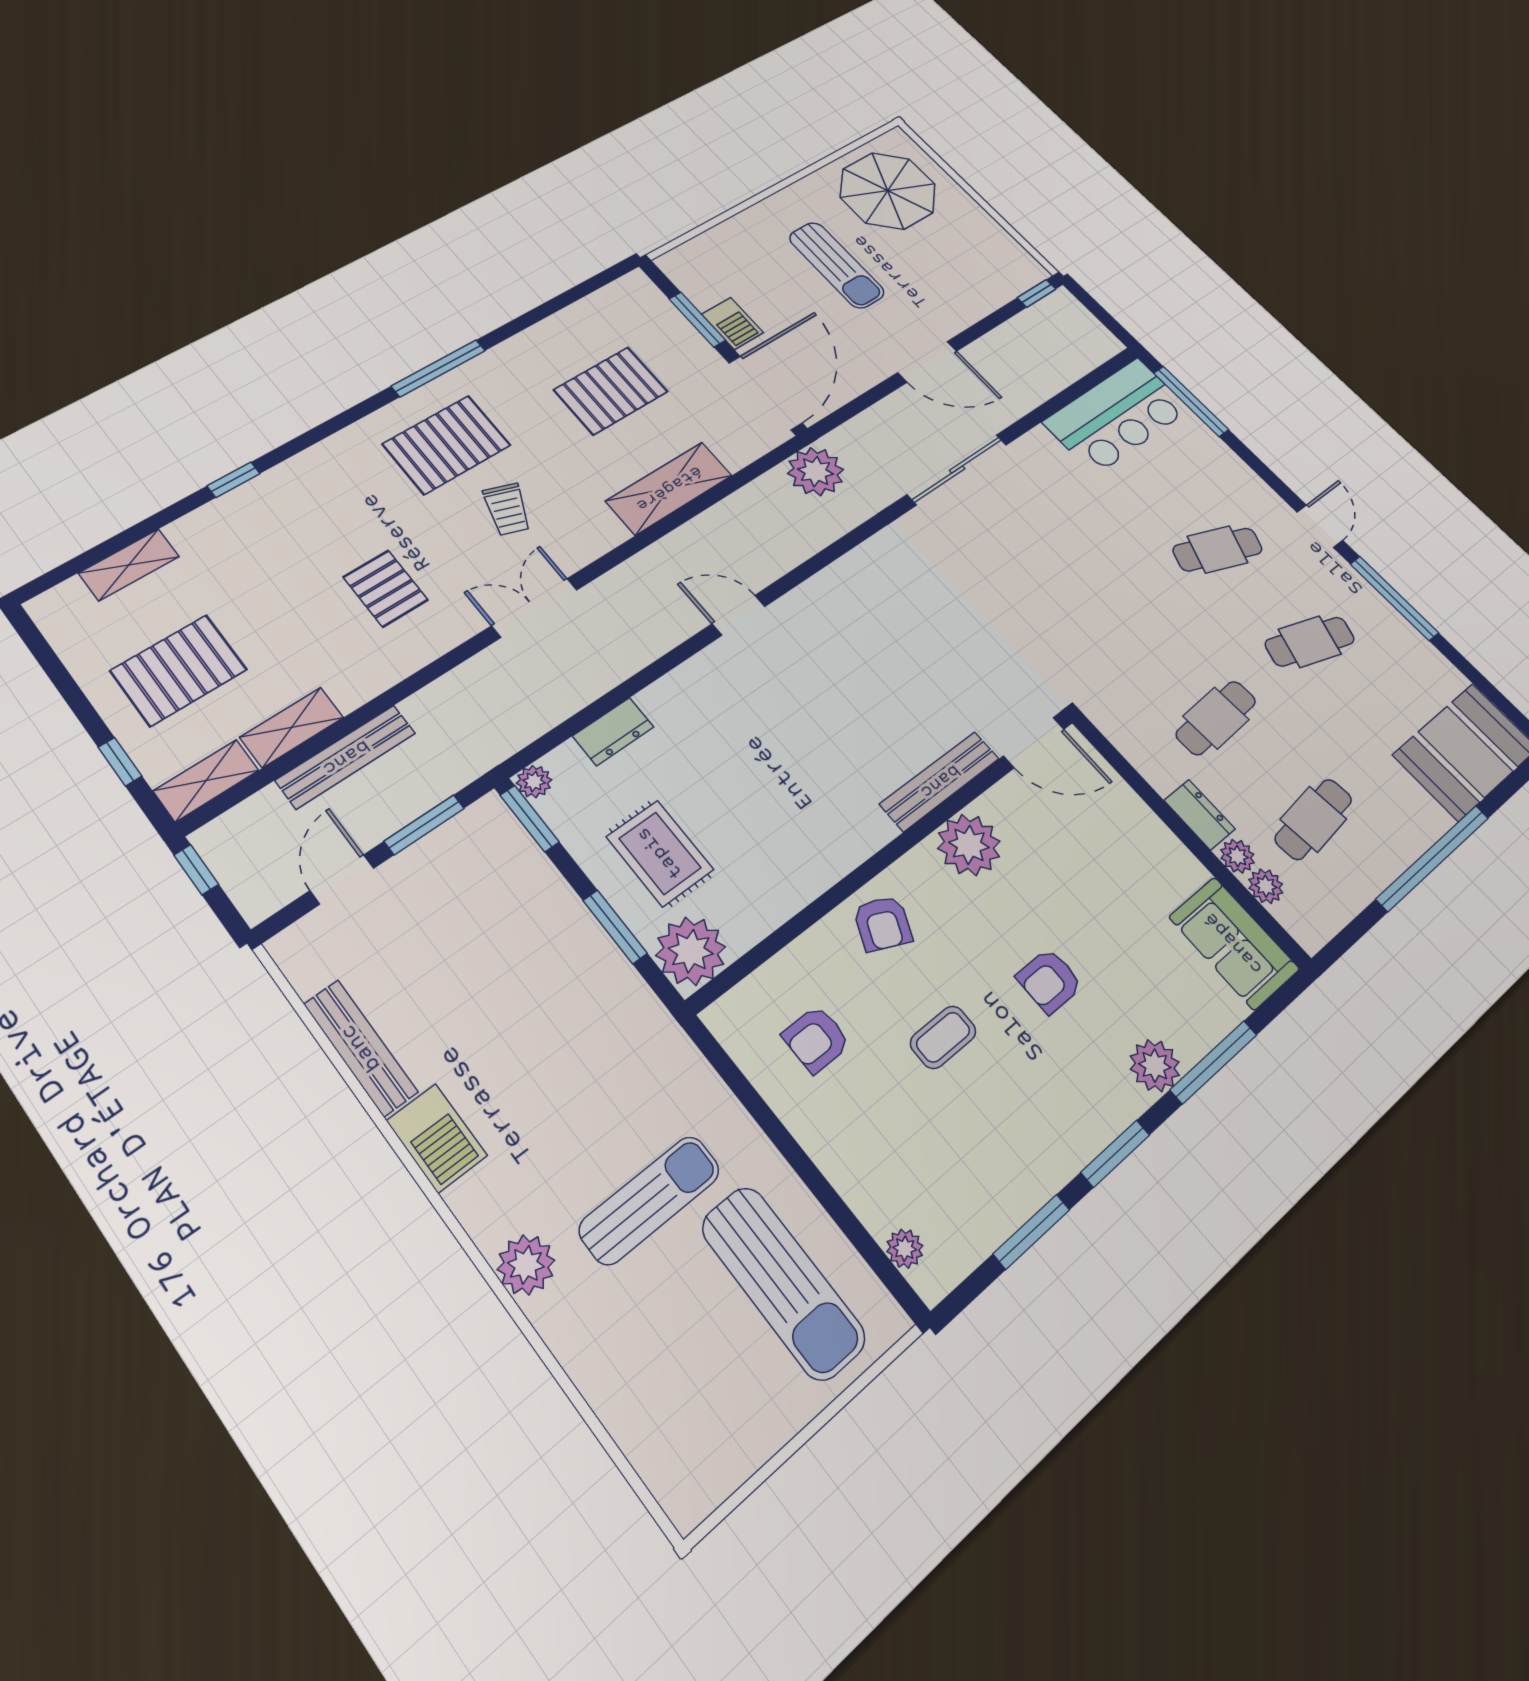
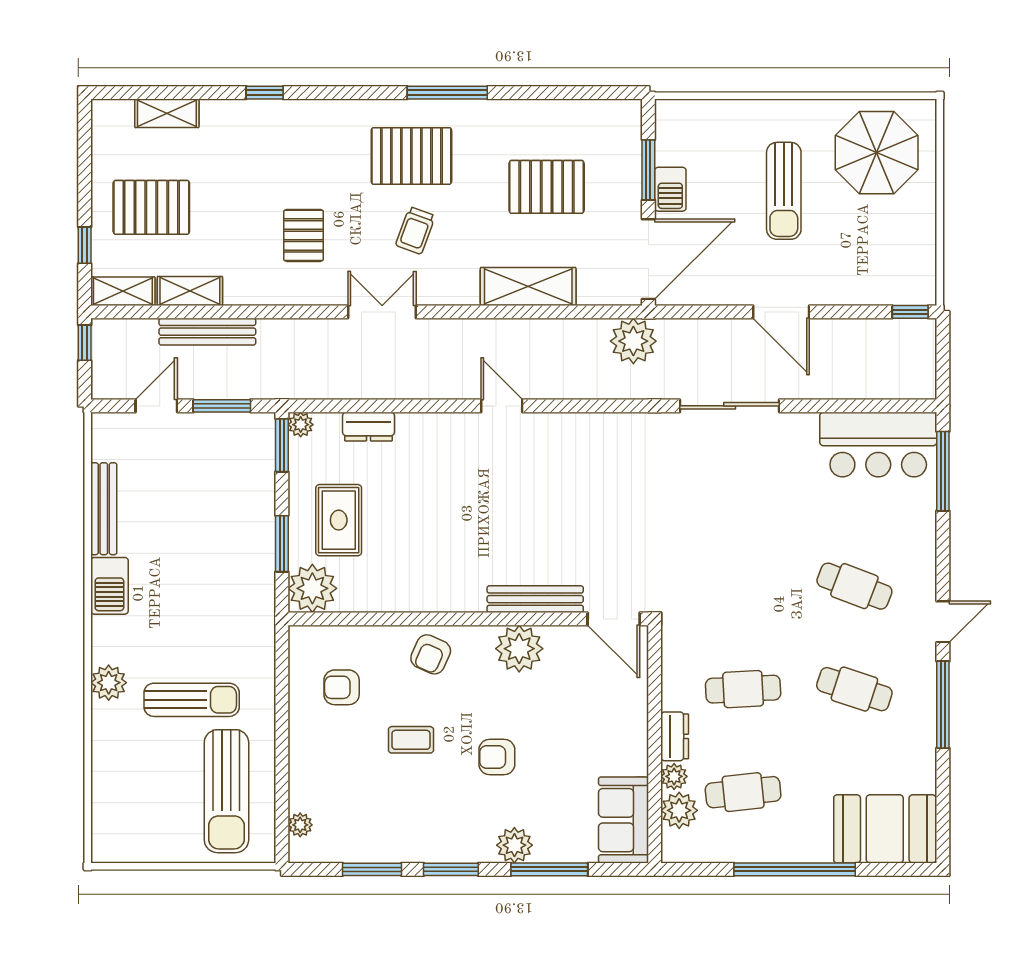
plant: (1266, 886) -> (679, 810), width x1.38, depth x1.38

